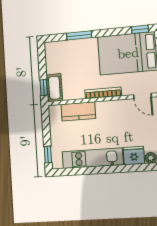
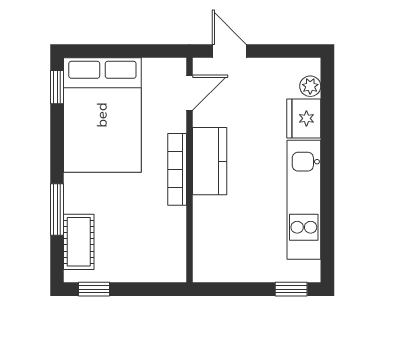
window: (44, 87) -> (94, 289), moved
cot: (54, 88) -> (79, 242), moved, turned 90
kitchen counter: (78, 111) -> (210, 161), moved

